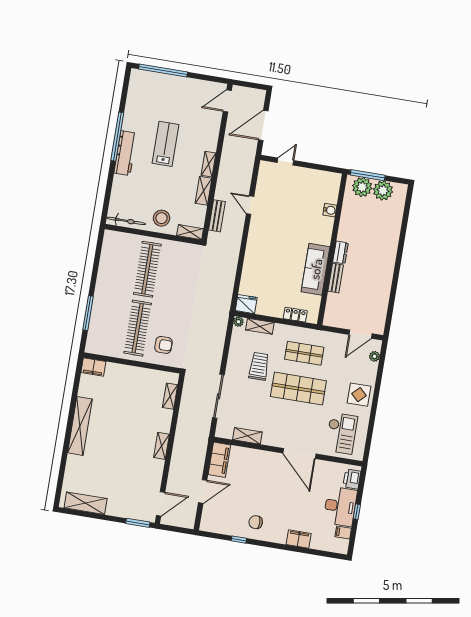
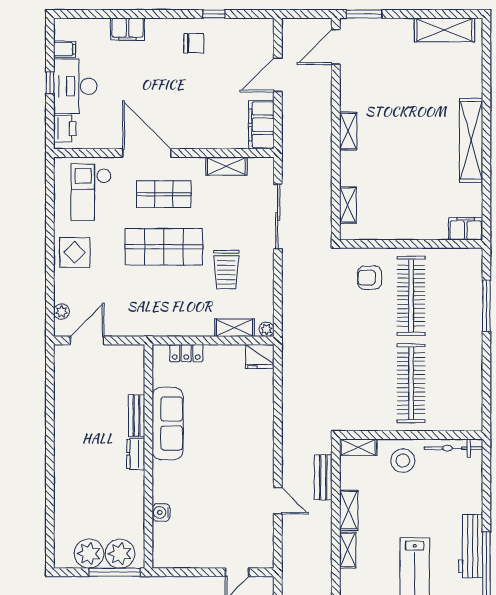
shop shelf: (304, 353) -> (164, 194), moved

